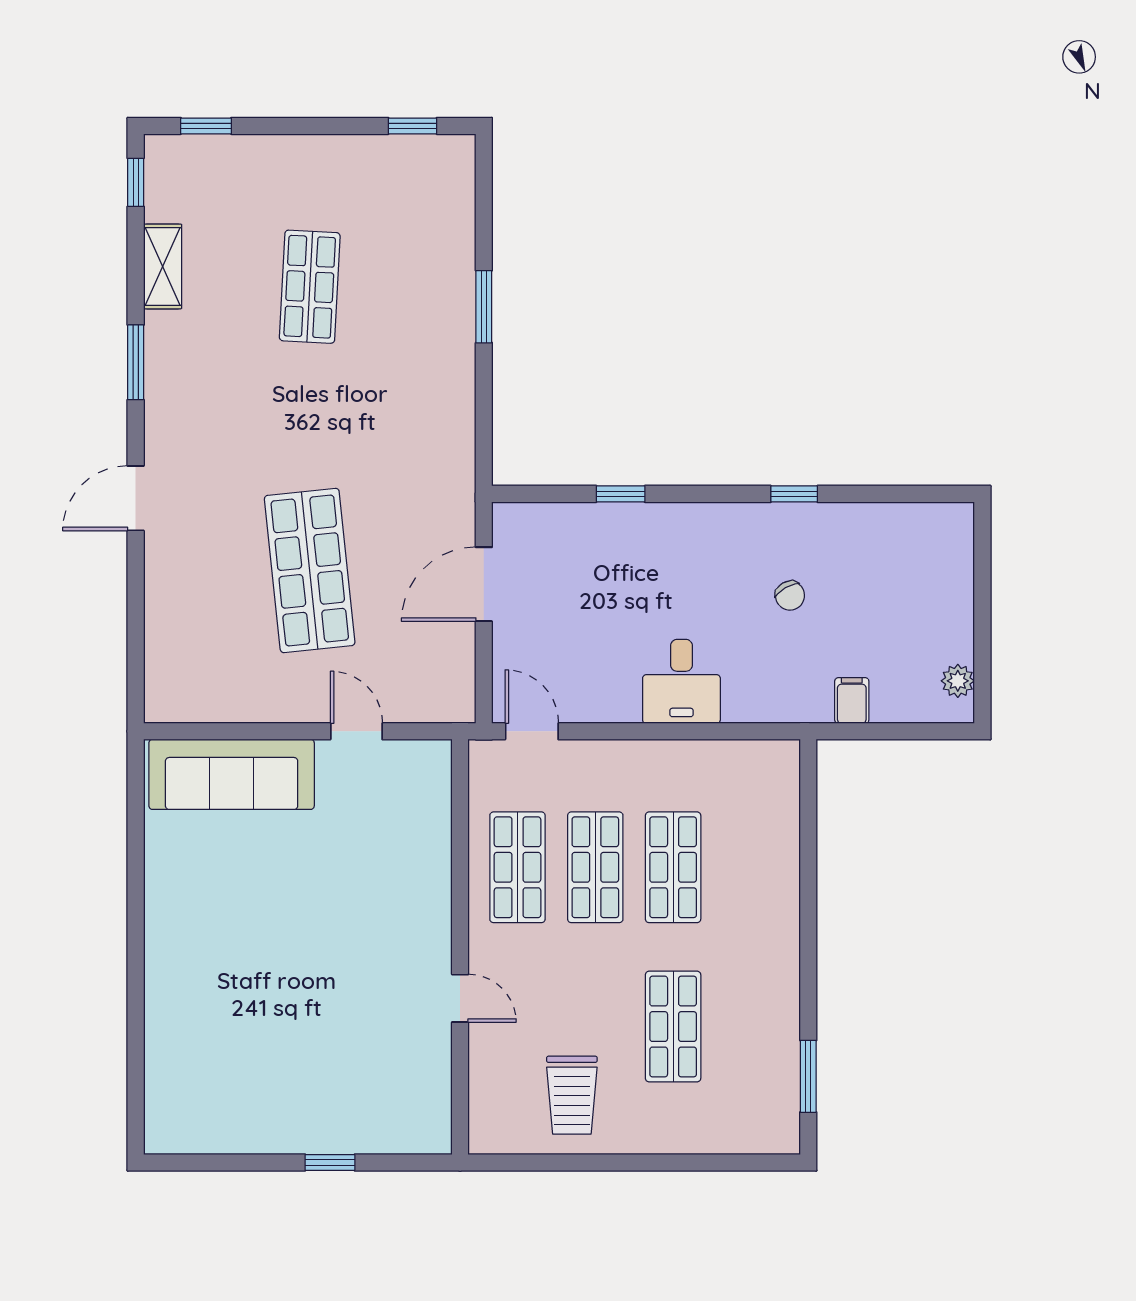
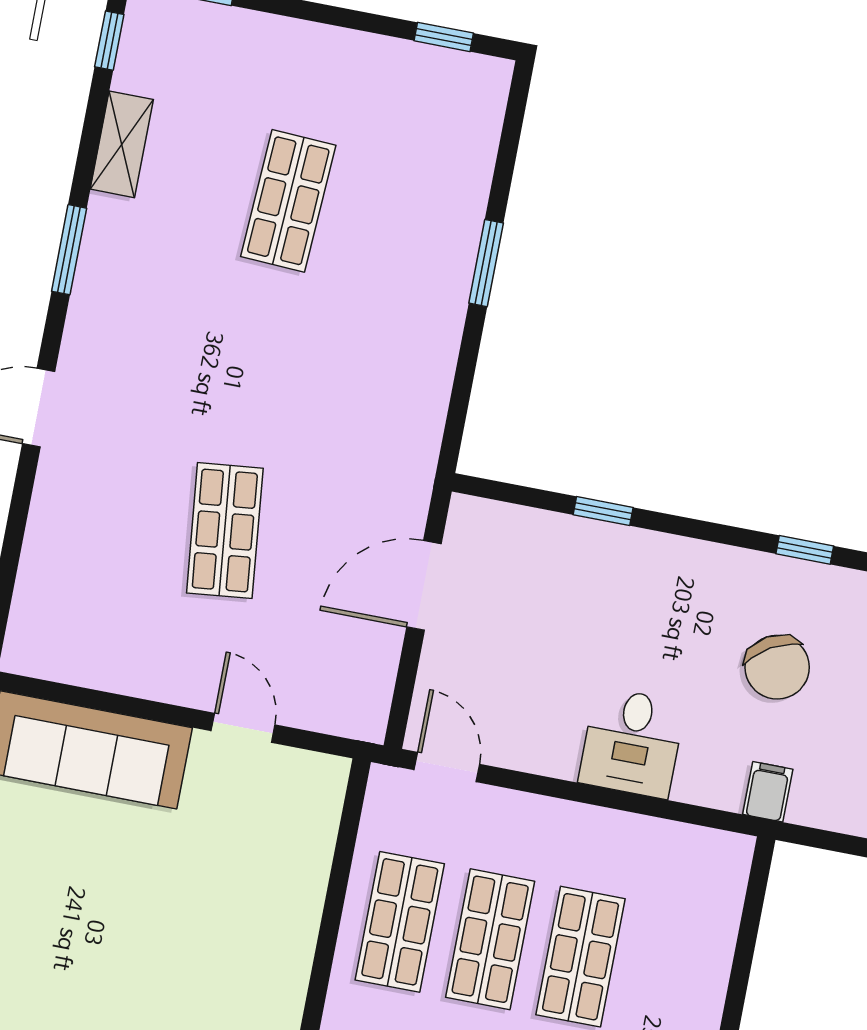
shop shelf: (310, 570) -> (225, 531), width x0.70, depth x0.74
chair: (790, 596) -> (777, 667), width x1.87, depth x1.87
filing cabinet: (852, 700) -> (768, 792), moved

